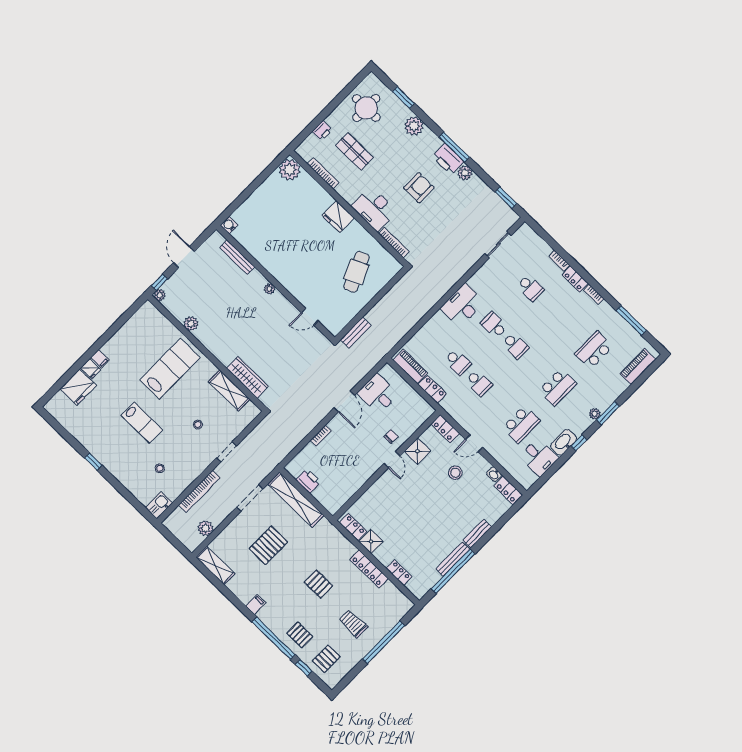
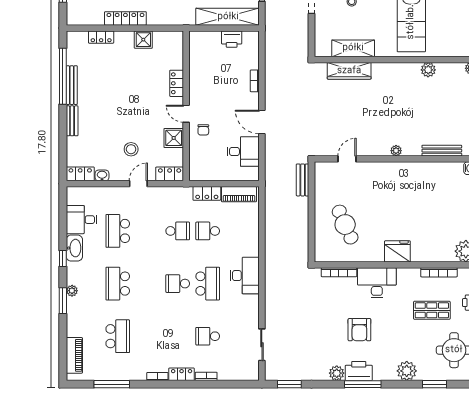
school desk: (494, 325) -> (208, 284), width x1.85
school desk: (479, 383) -> (178, 231), turned 180
locker: (353, 527) -> (177, 83), moved, turned 90

